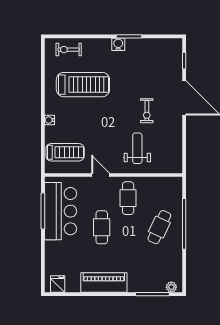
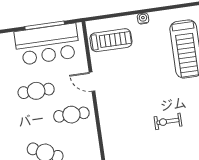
weight bench: (137, 148) -> (126, 117), removed
treadmill: (65, 152) -> (111, 40), turned -90
door: (101, 175) -> (92, 82), swing flipped

